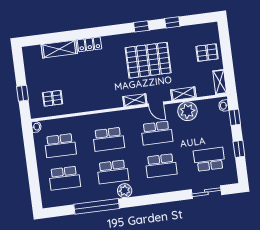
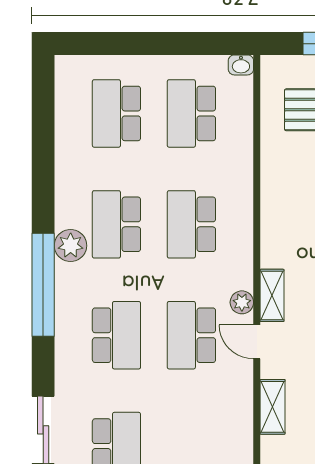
door: (156, 104) -> (257, 342), hinge flipped
plant: (187, 111) -> (242, 302), moved, width x0.53, depth x0.53
school desk: (161, 166) -> (116, 335), turned 180
window: (97, 206) -> (43, 285), moved

